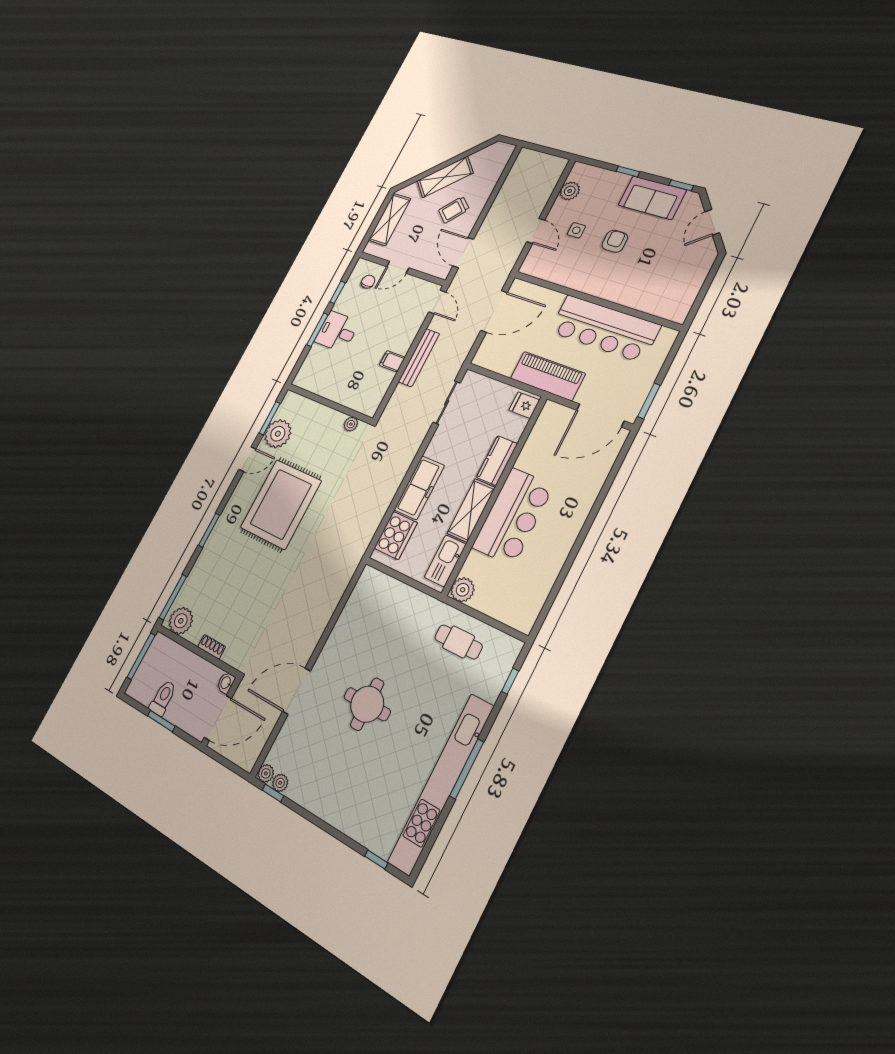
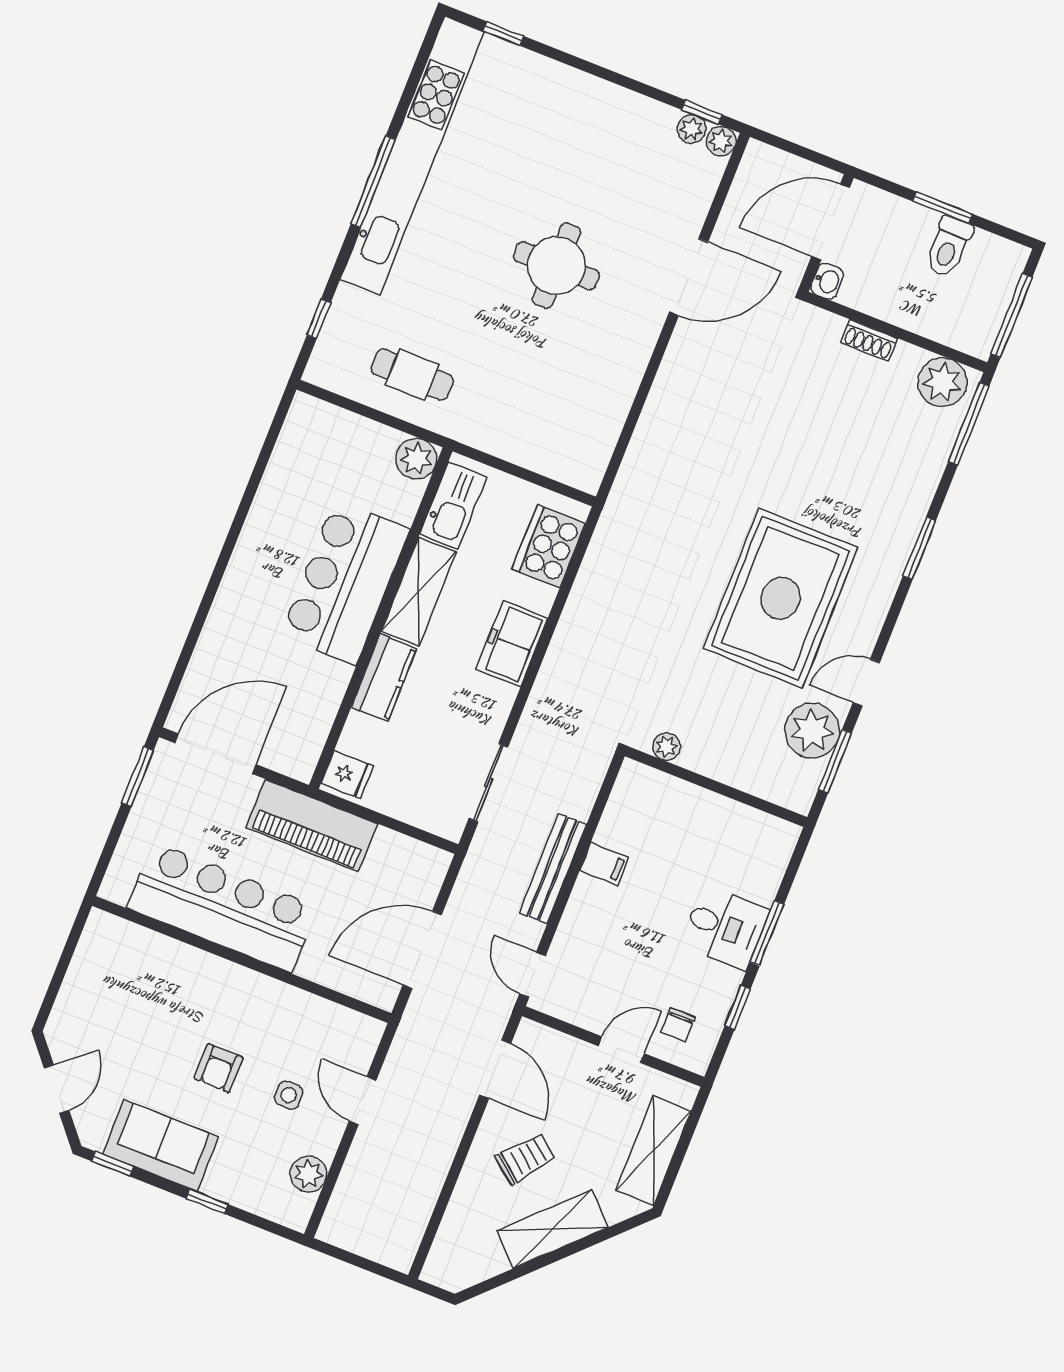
freezer: (419, 488) -> (512, 644), width x0.71

